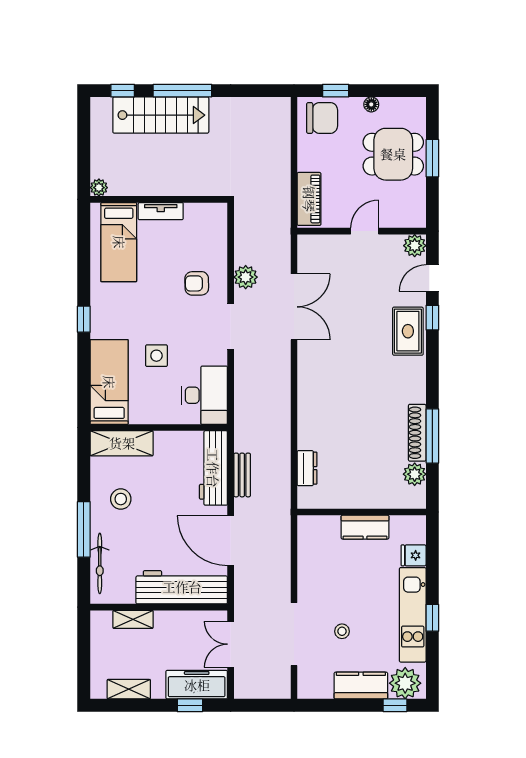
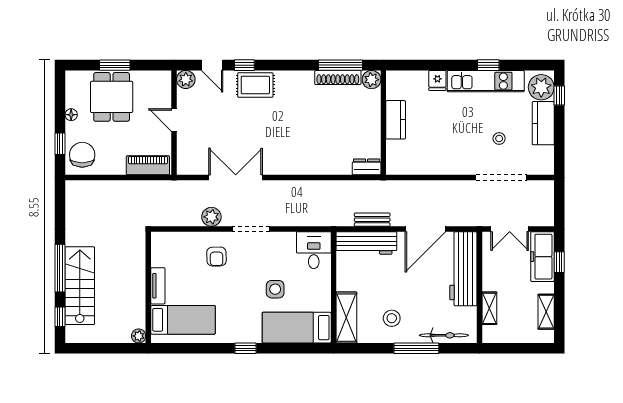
desk: (205, 395) -> (314, 250), width x0.73
wall: (362, 512) -> (383, 123), moved
kitchen counter: (365, 527) -> (396, 120), moved

